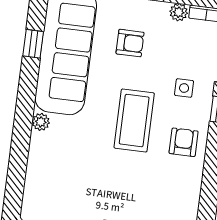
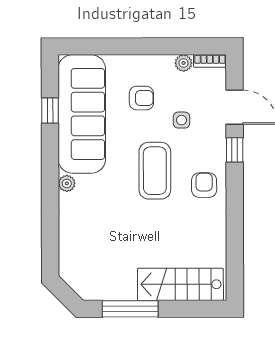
side table: (184, 88) -> (181, 120), moved

